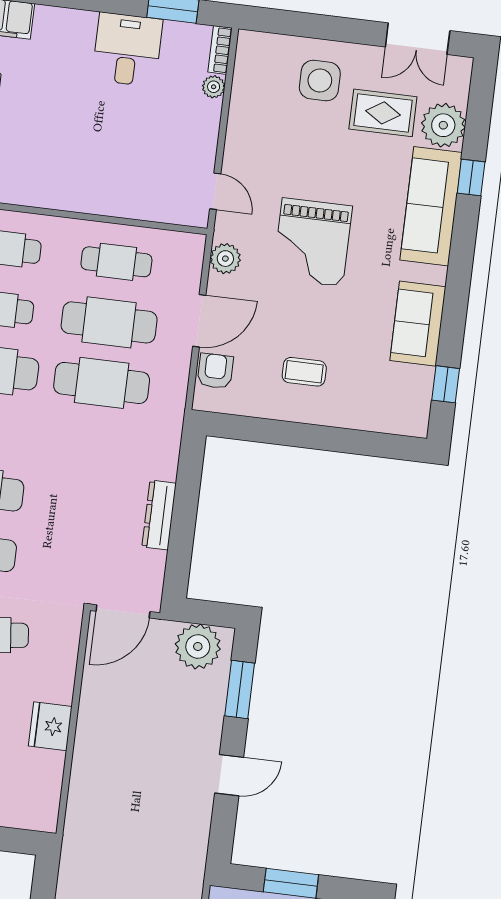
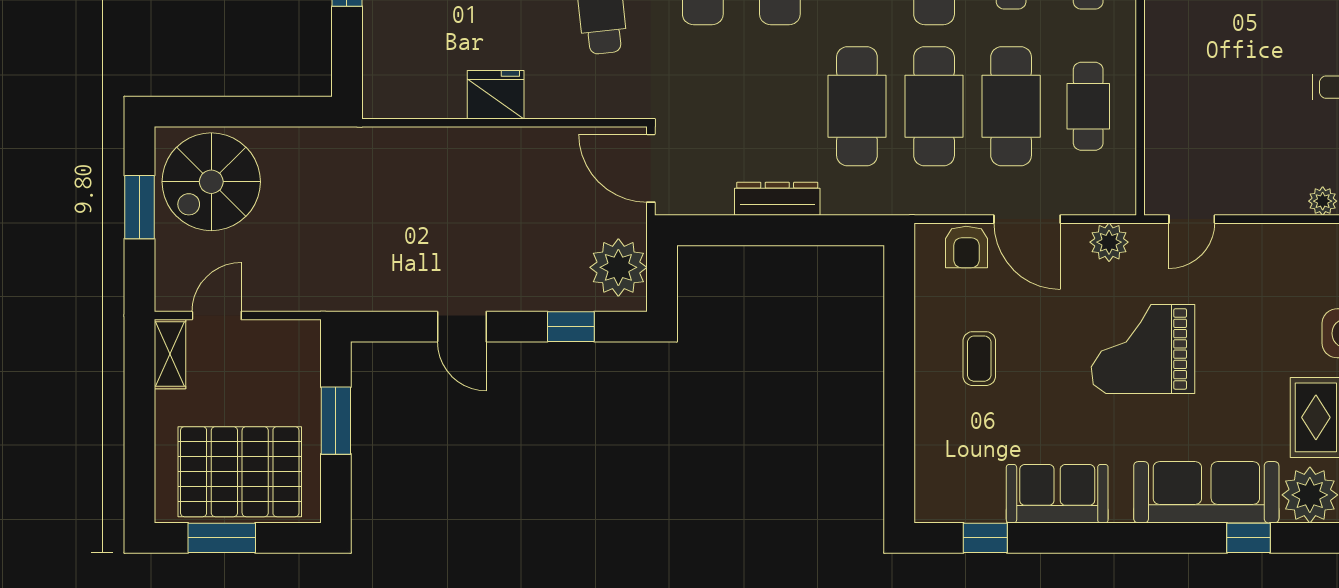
armchair: (215, 371) -> (966, 247), turned 90
cafe table: (94, 443) -> (857, 106), added
window: (240, 689) -> (571, 327), width x0.67

